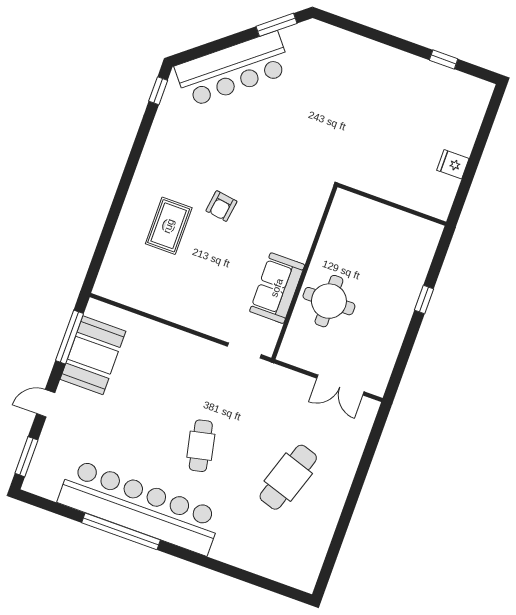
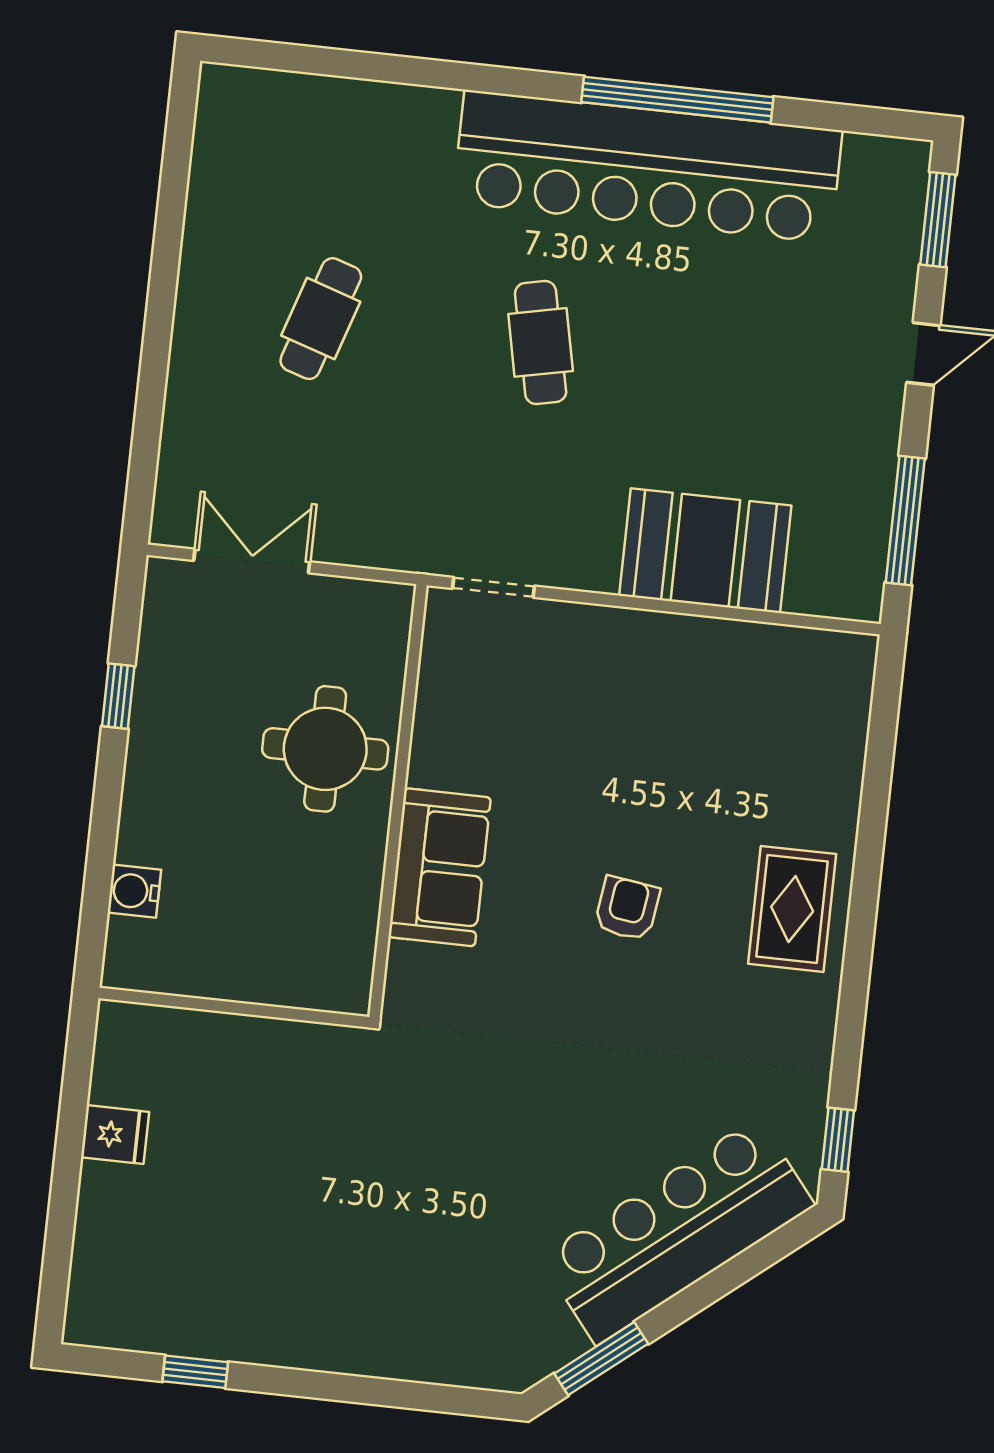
rug: (169, 226) -> (792, 909), moved
water cooler: (421, 262) -> (134, 891), added
sofa: (277, 288) -> (440, 867), moved
window: (424, 299) -> (118, 696), moved
booth: (93, 355) -> (705, 551), moved, turned 90
cafe table: (288, 477) -> (321, 319), width x0.73, depth x0.74

